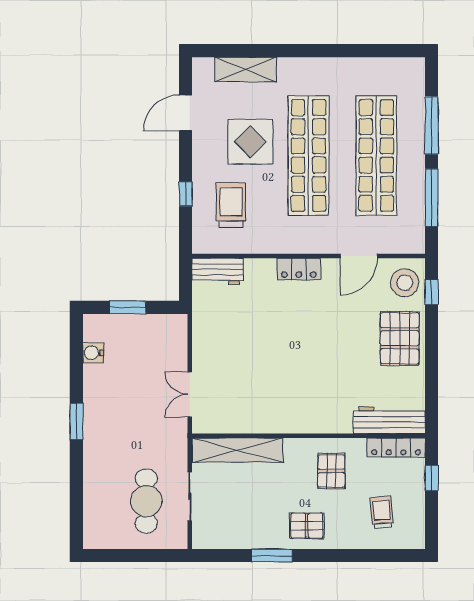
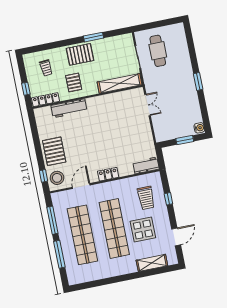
water cooler: (93, 353) -> (199, 128), moved
workbench: (389, 420) -> (69, 108), moved
pallet: (307, 526) -> (80, 54), width x1.50, depth x1.42

